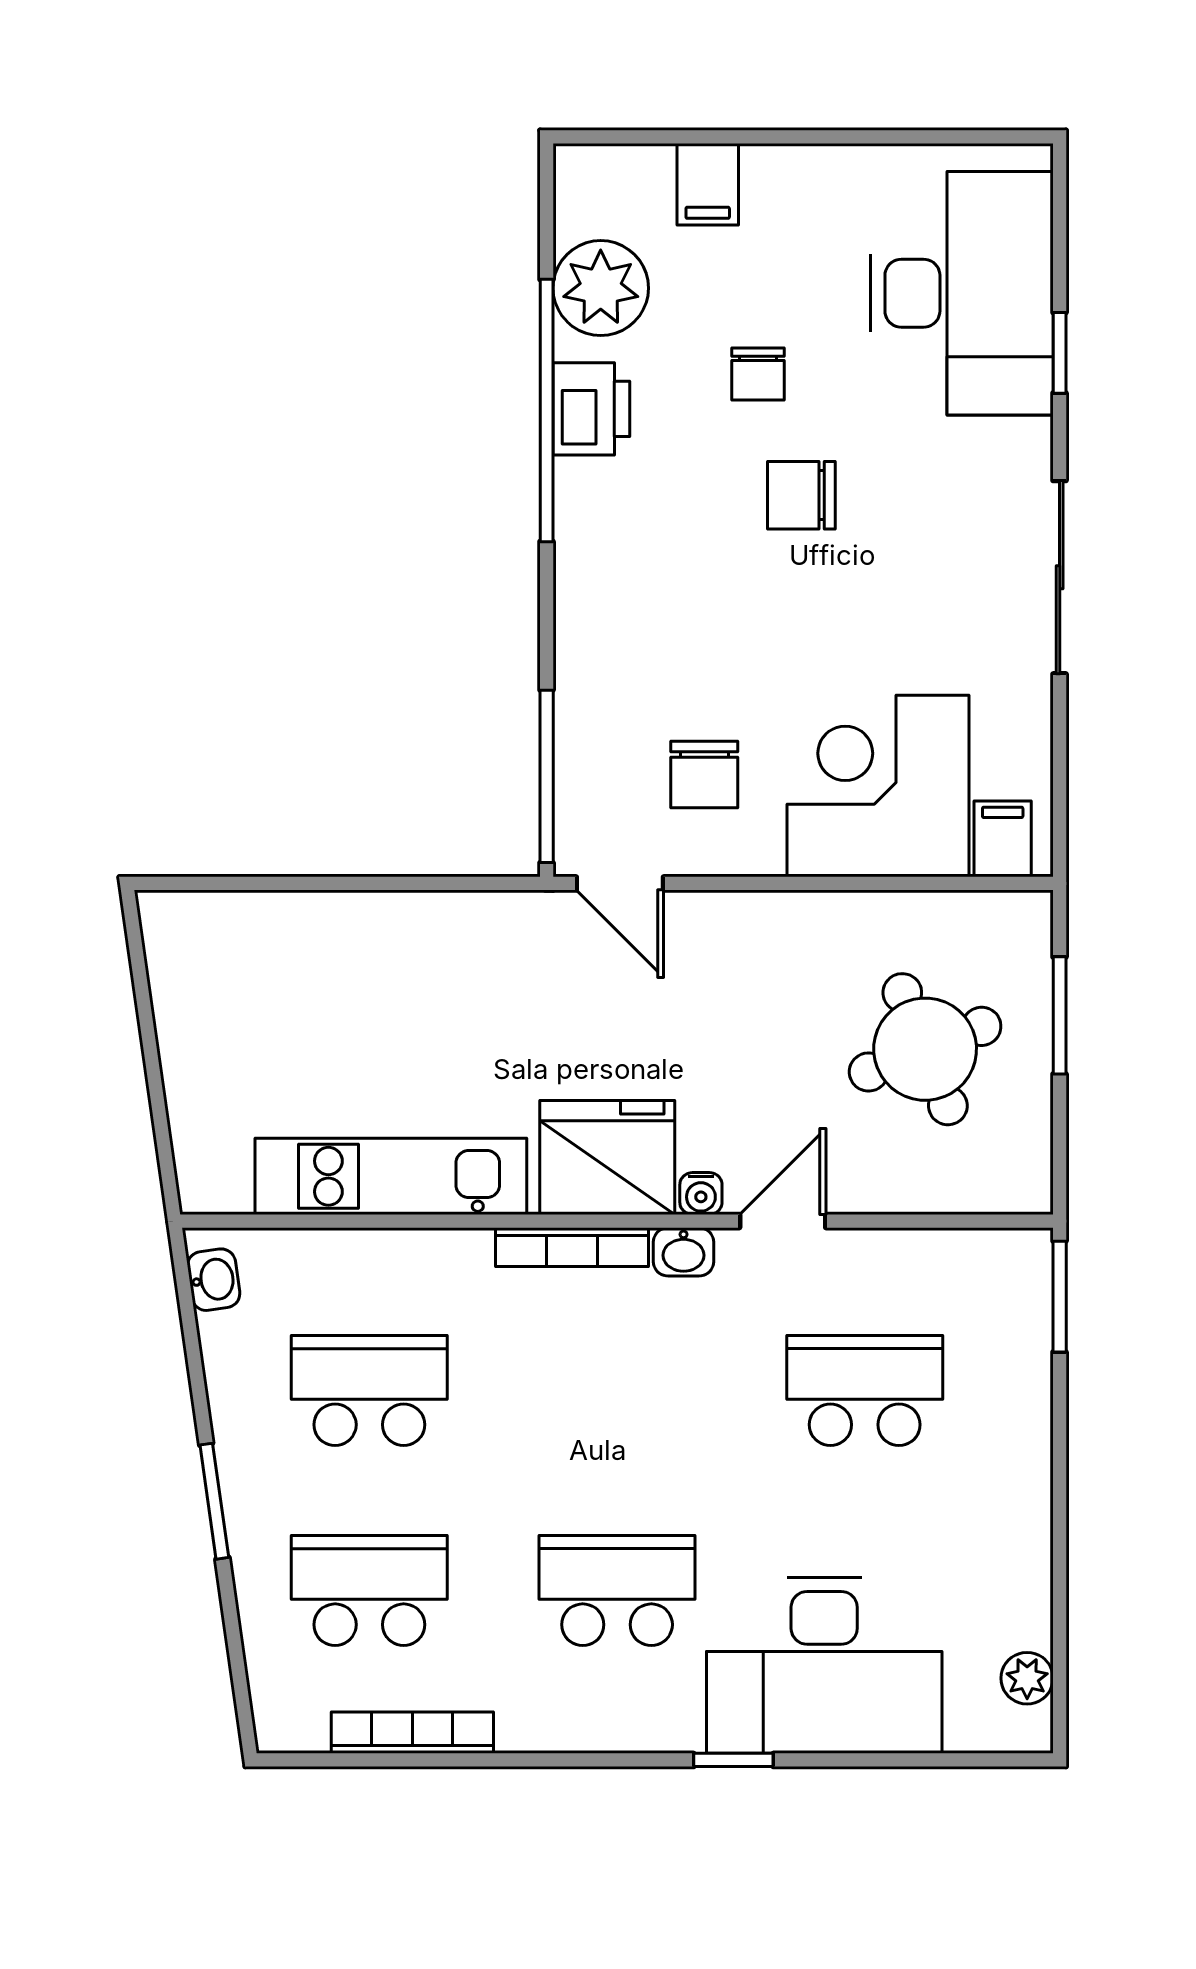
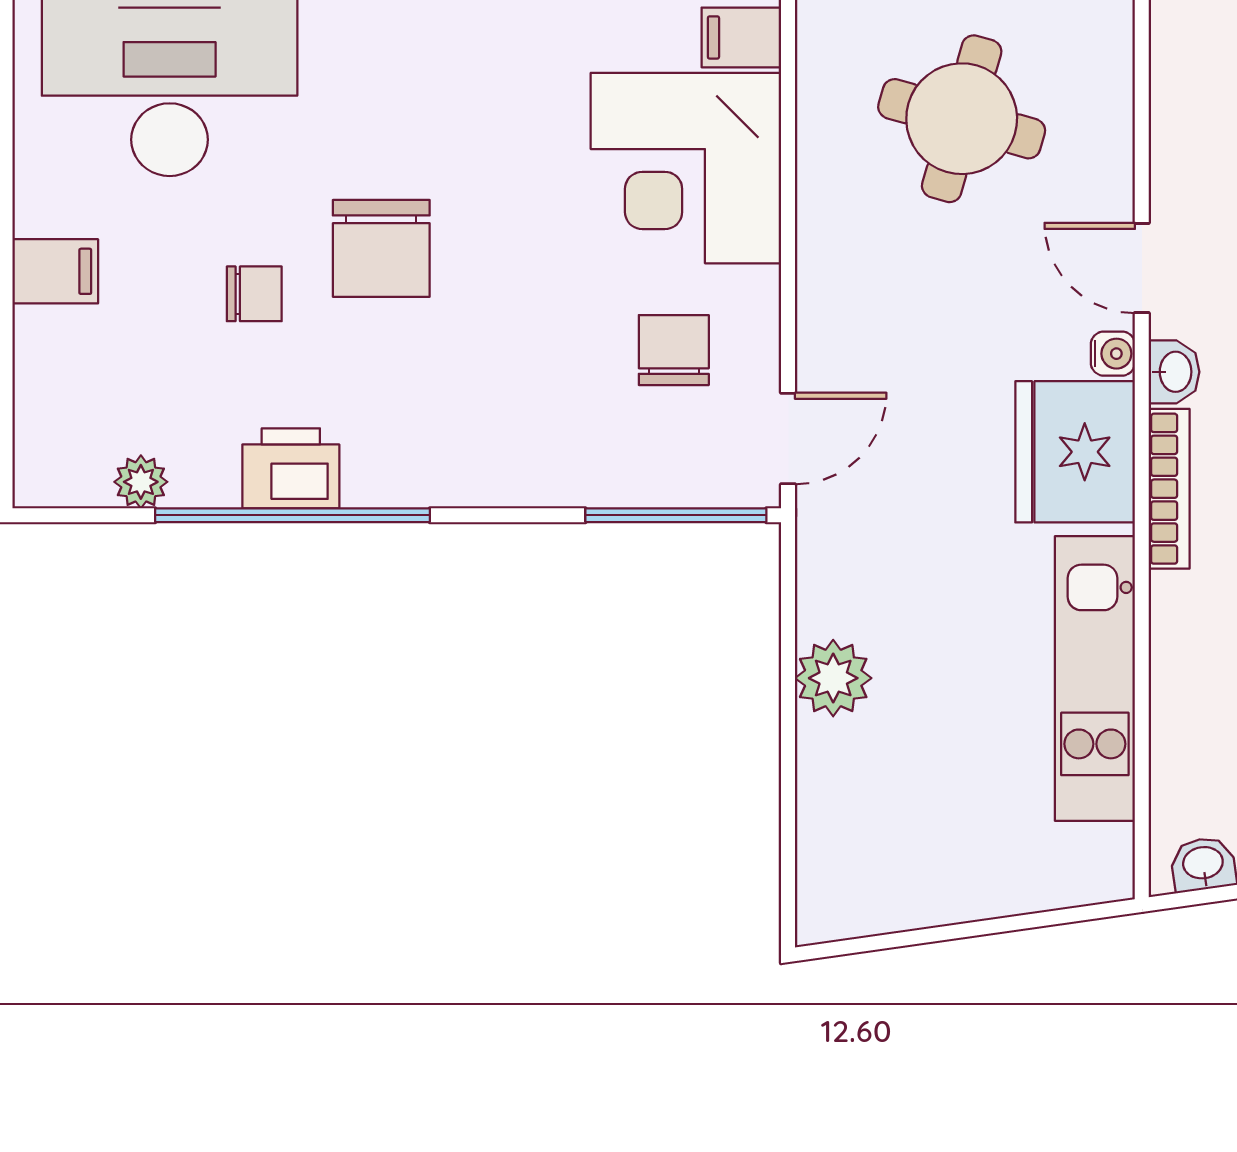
filing cabinet: (708, 184) -> (55, 271), moved
plant: (601, 288) -> (141, 482), width x0.53, depth x0.53
chair: (801, 495) -> (381, 248), width x1.37, depth x1.37
chair: (704, 775) -> (674, 350), turned -90
plant: (391, 927) -> (833, 678), added
round table: (925, 1049) -> (962, 119), turned 38

